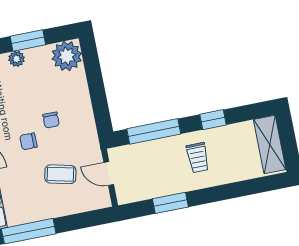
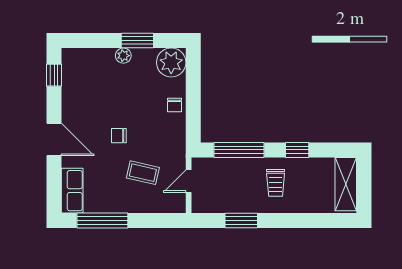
chair: (51, 120) -> (175, 105), moved
door: (109, 174) -> (189, 181), hinge flipped

